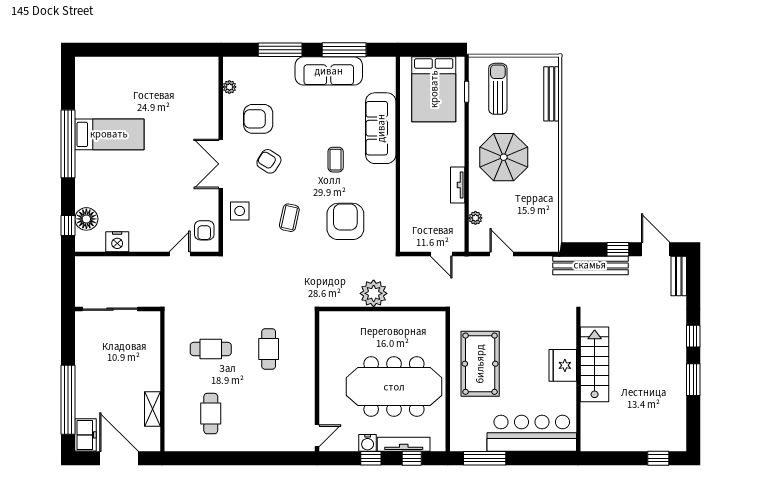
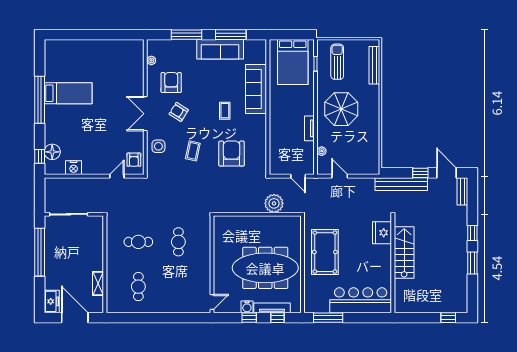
armchair: (258, 119) -> (171, 83), turned 90
plant: (374, 293) -> (274, 203), moved
fridge: (563, 365) -> (382, 233), moved
window: (68, 400) -> (40, 252), moved

